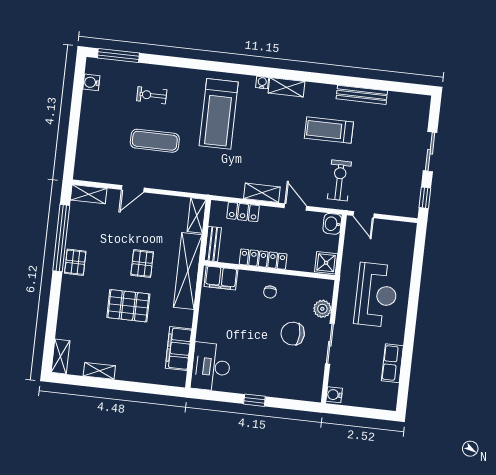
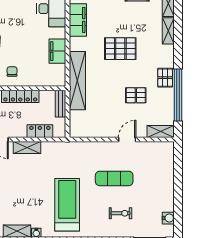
shelving: (197, 216) -> (168, 31), moved
pallet: (142, 264) -> (136, 95), moved, turned 90
filing cabinet: (221, 278) -> (57, 51), moved, turned -90

